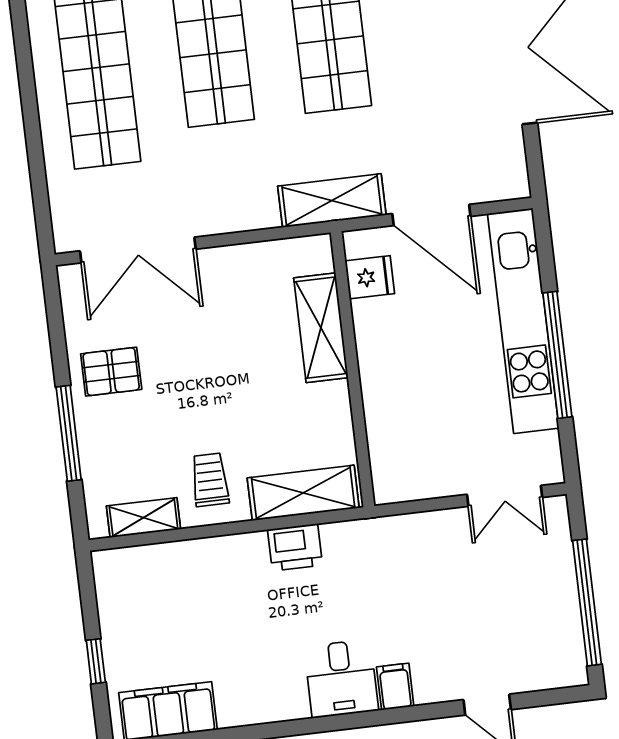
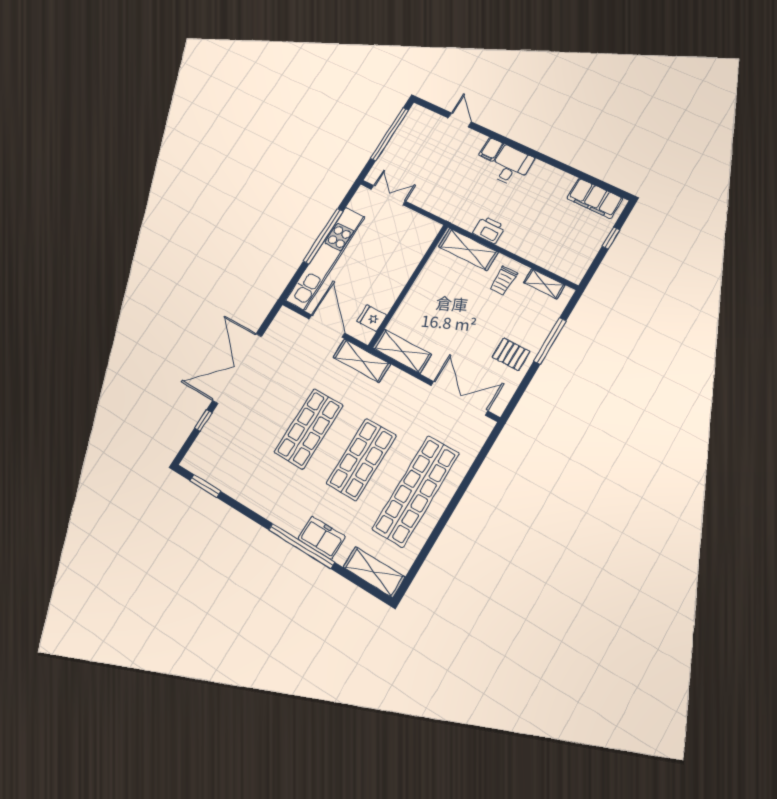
shelving: (321, 328) -> (402, 351), moved, turned 90

